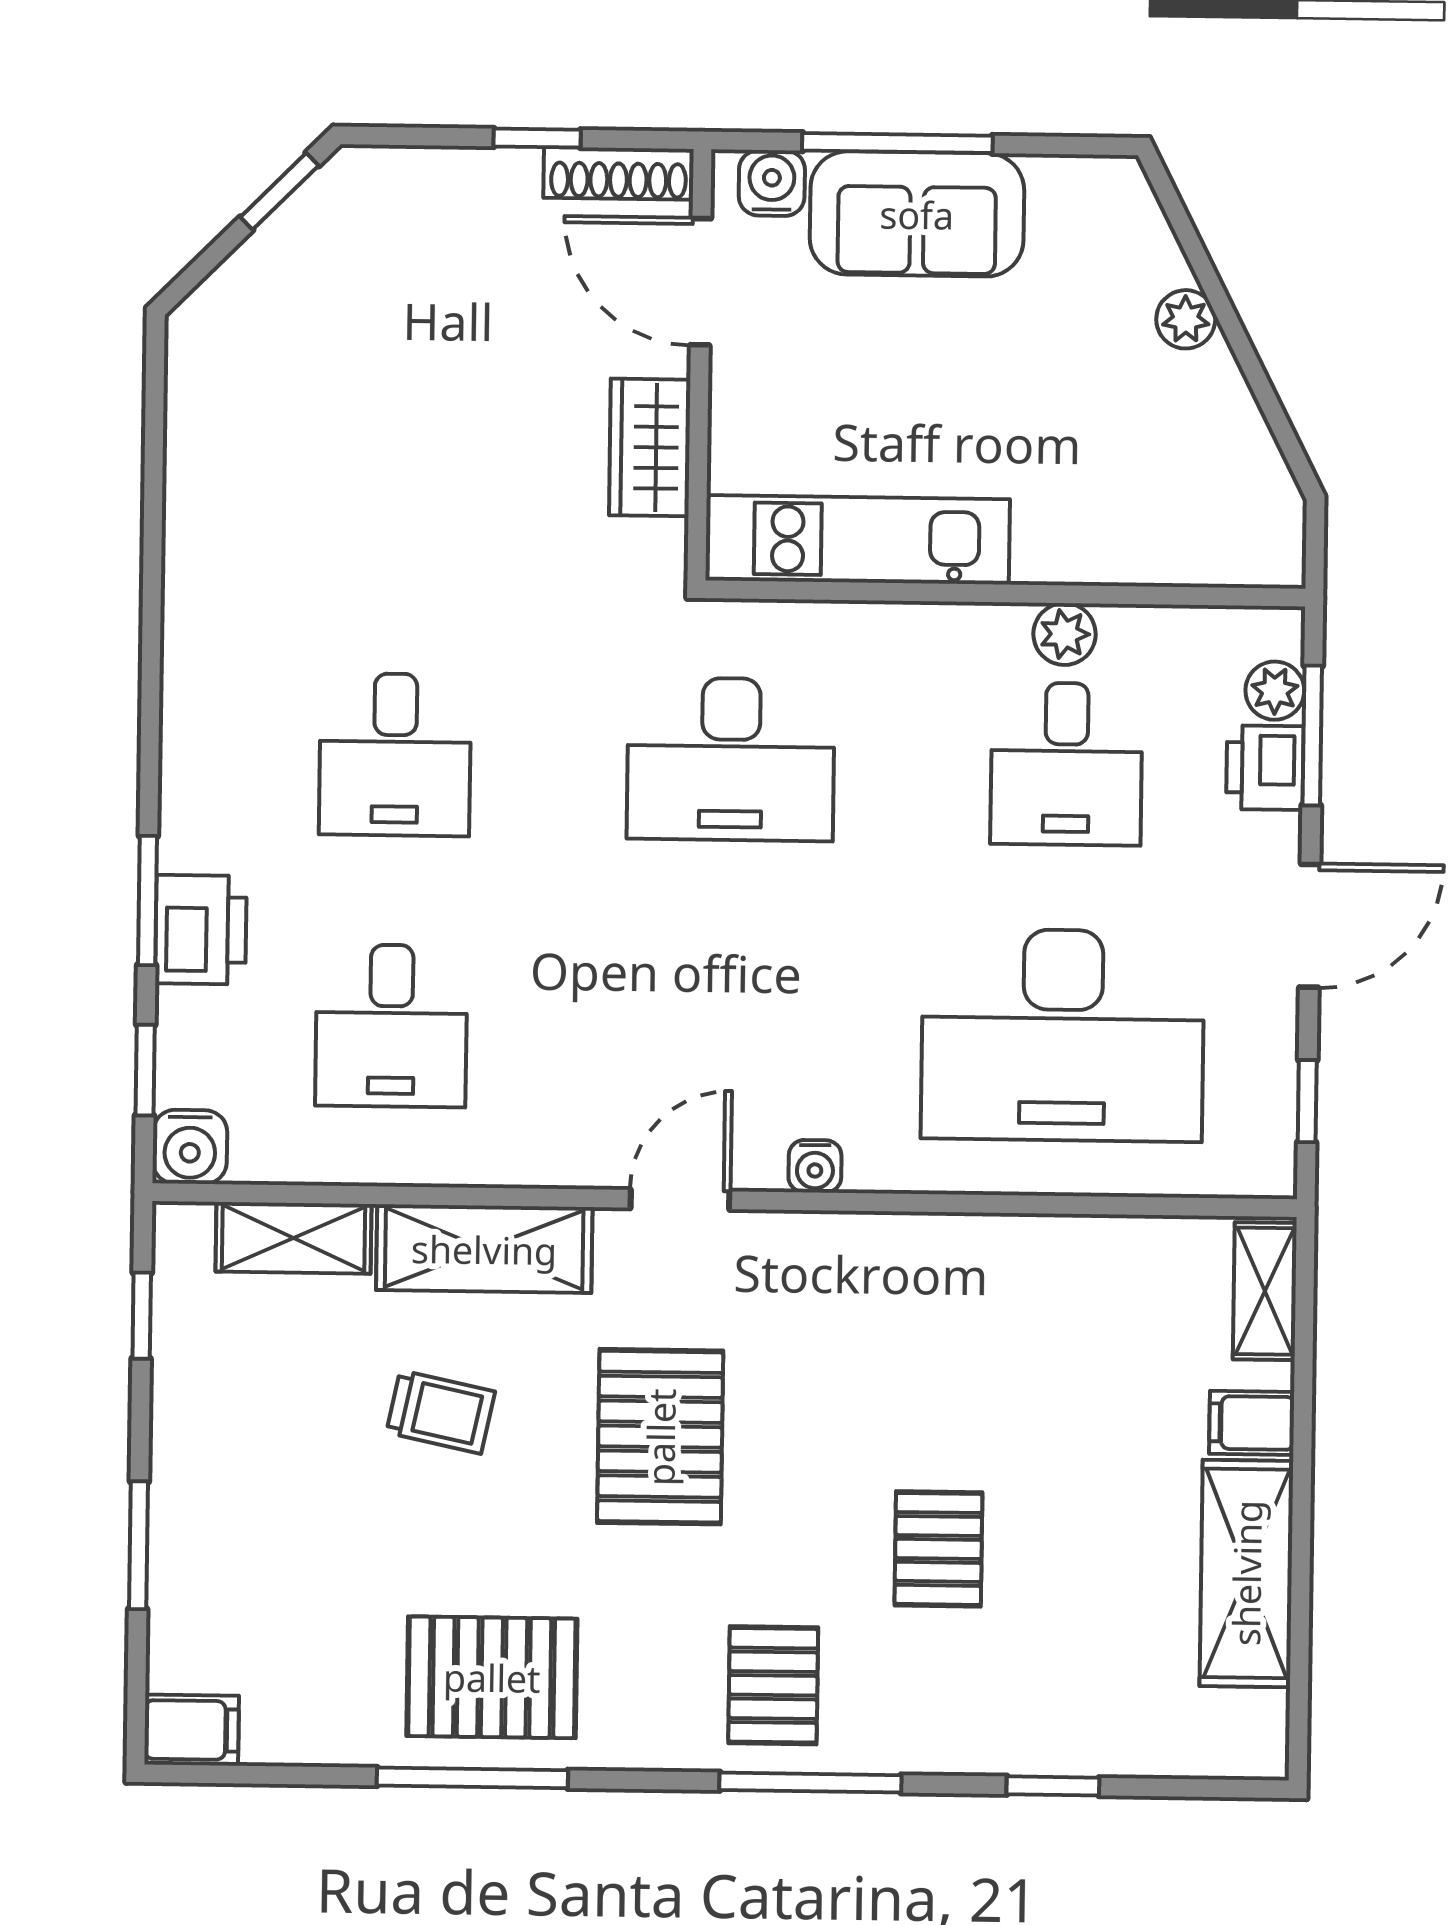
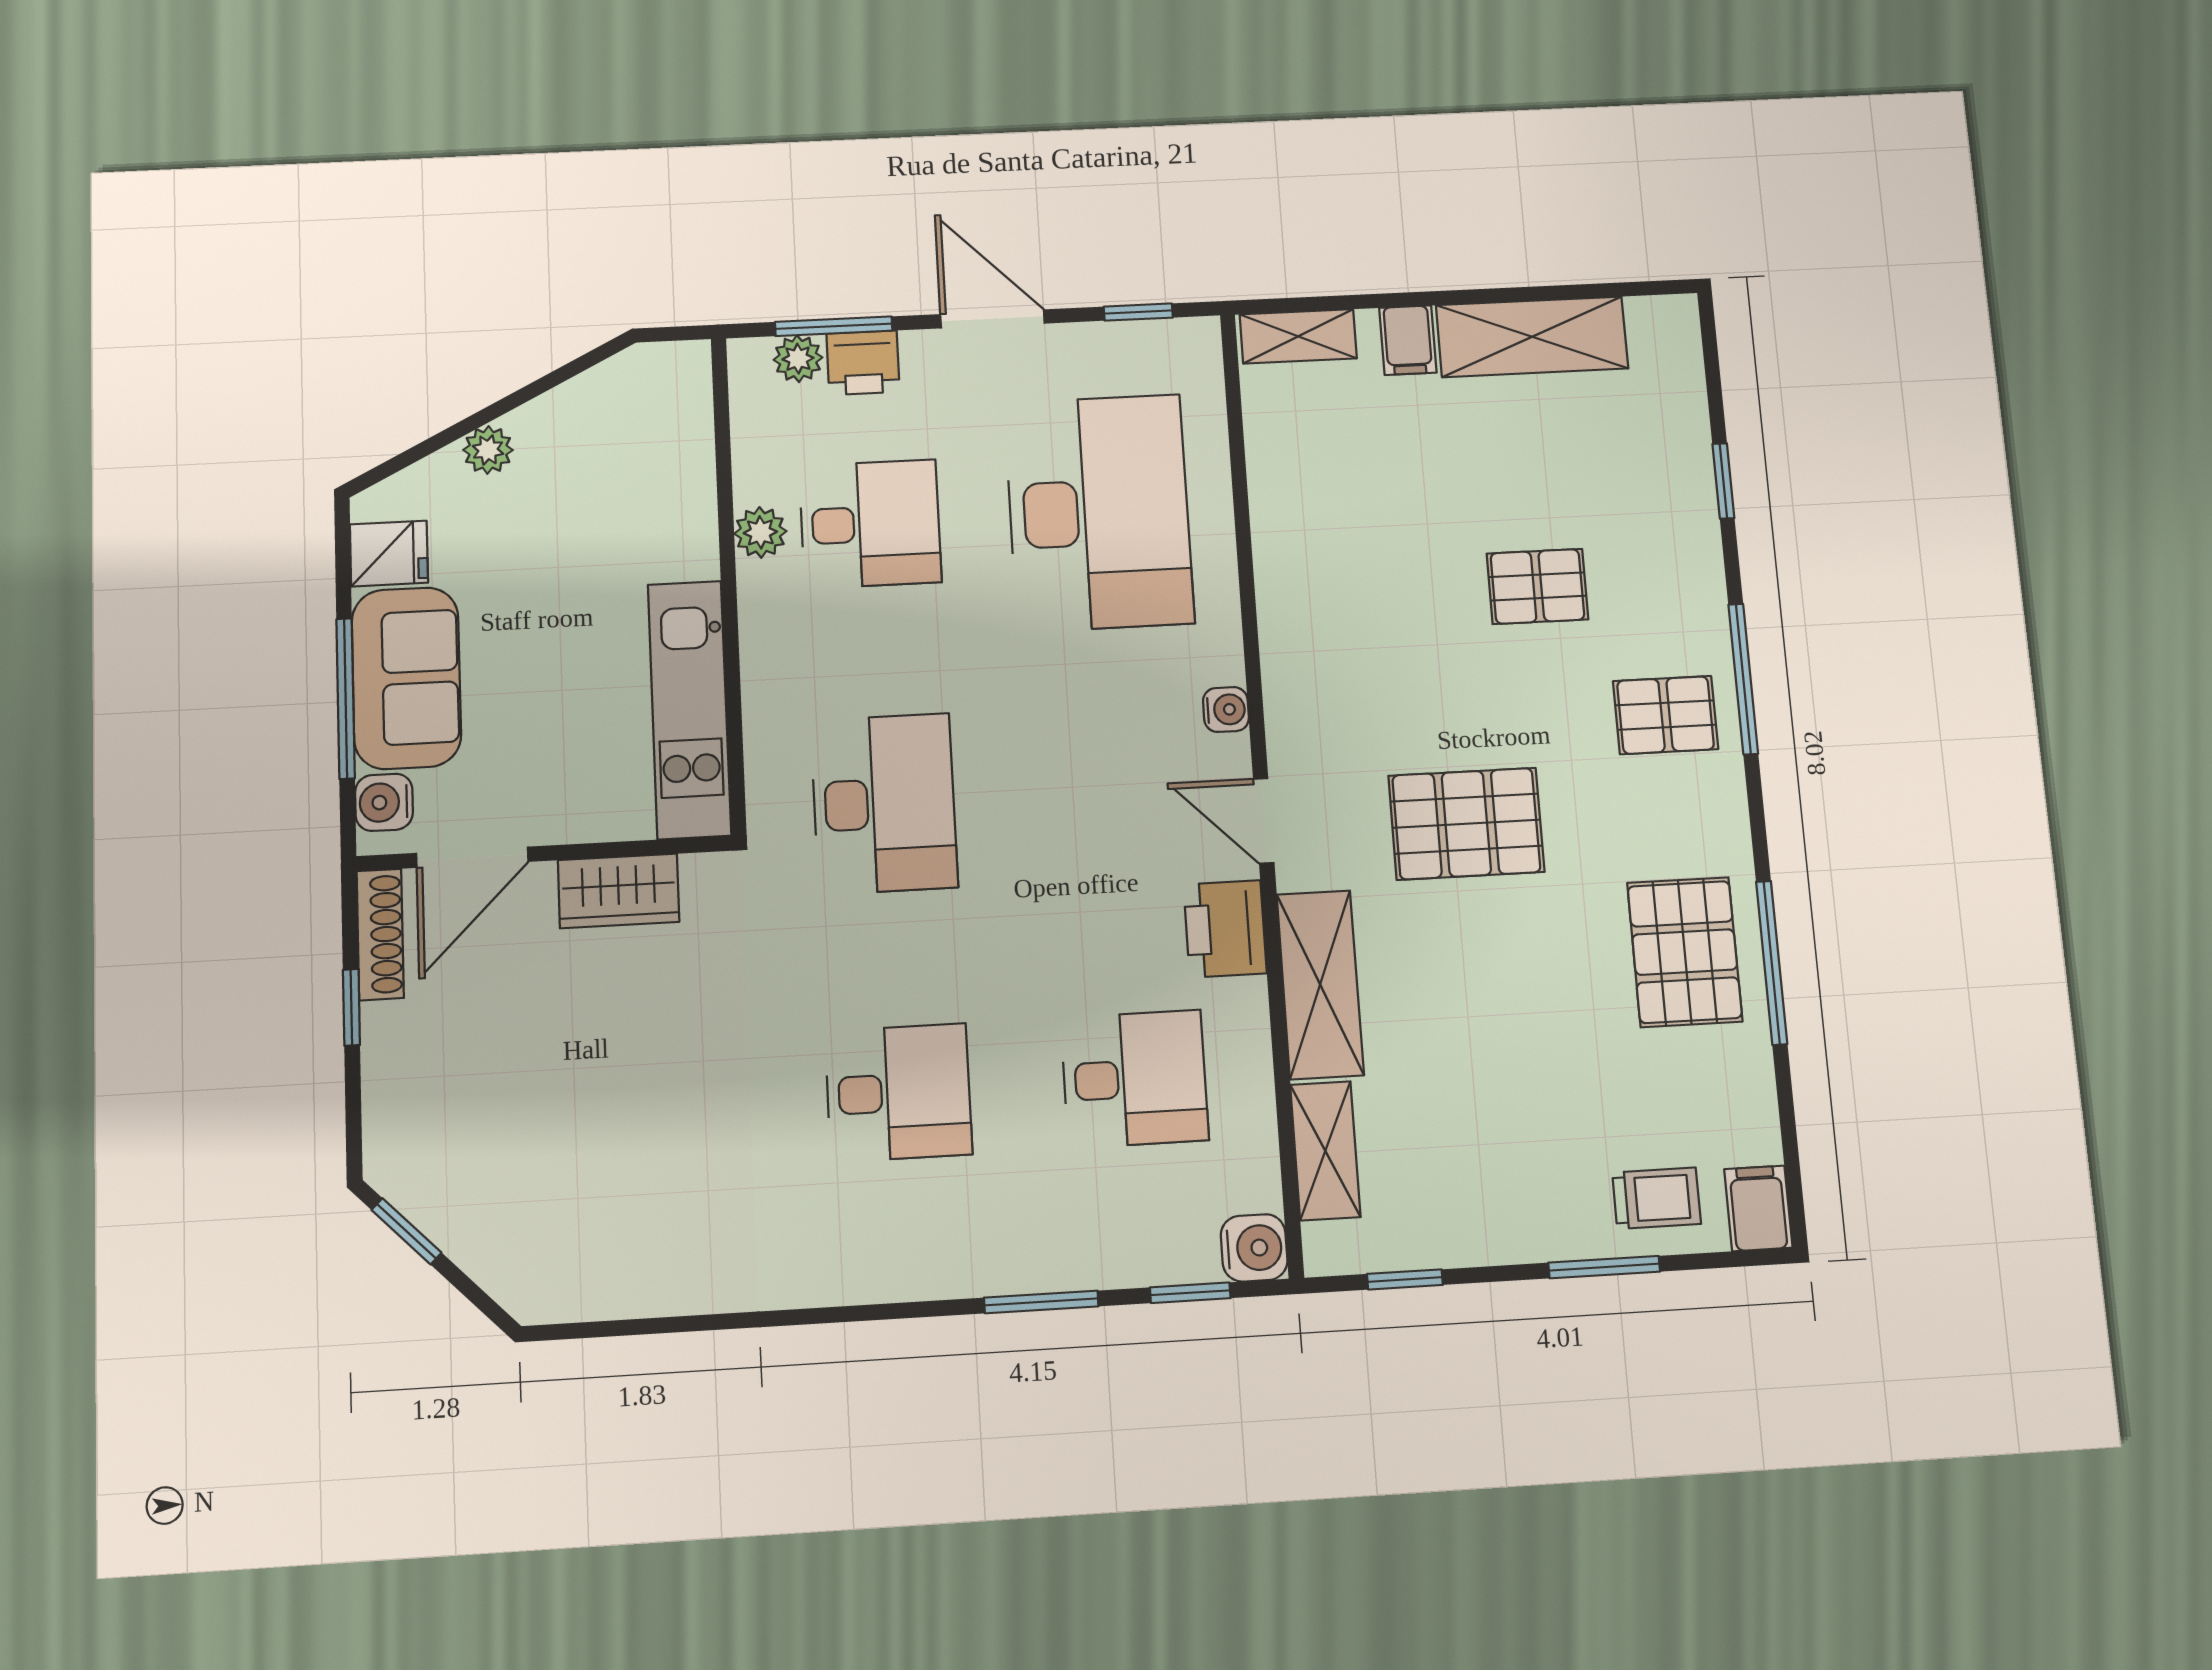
fridge: (1067, 199) -> (389, 554), added
printer: (201, 930) -> (1225, 929), moved, turned -90
trolley: (441, 1412) -> (1657, 1198), moved, turned 78

